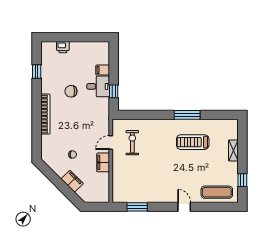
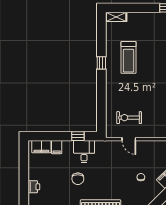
desk: (98, 86) -> (84, 152), moved
window: (187, 115) -> (101, 63), width x0.46
shelving: (233, 150) -> (116, 17), moved
filing cabinet: (103, 162) -> (41, 147), moved

